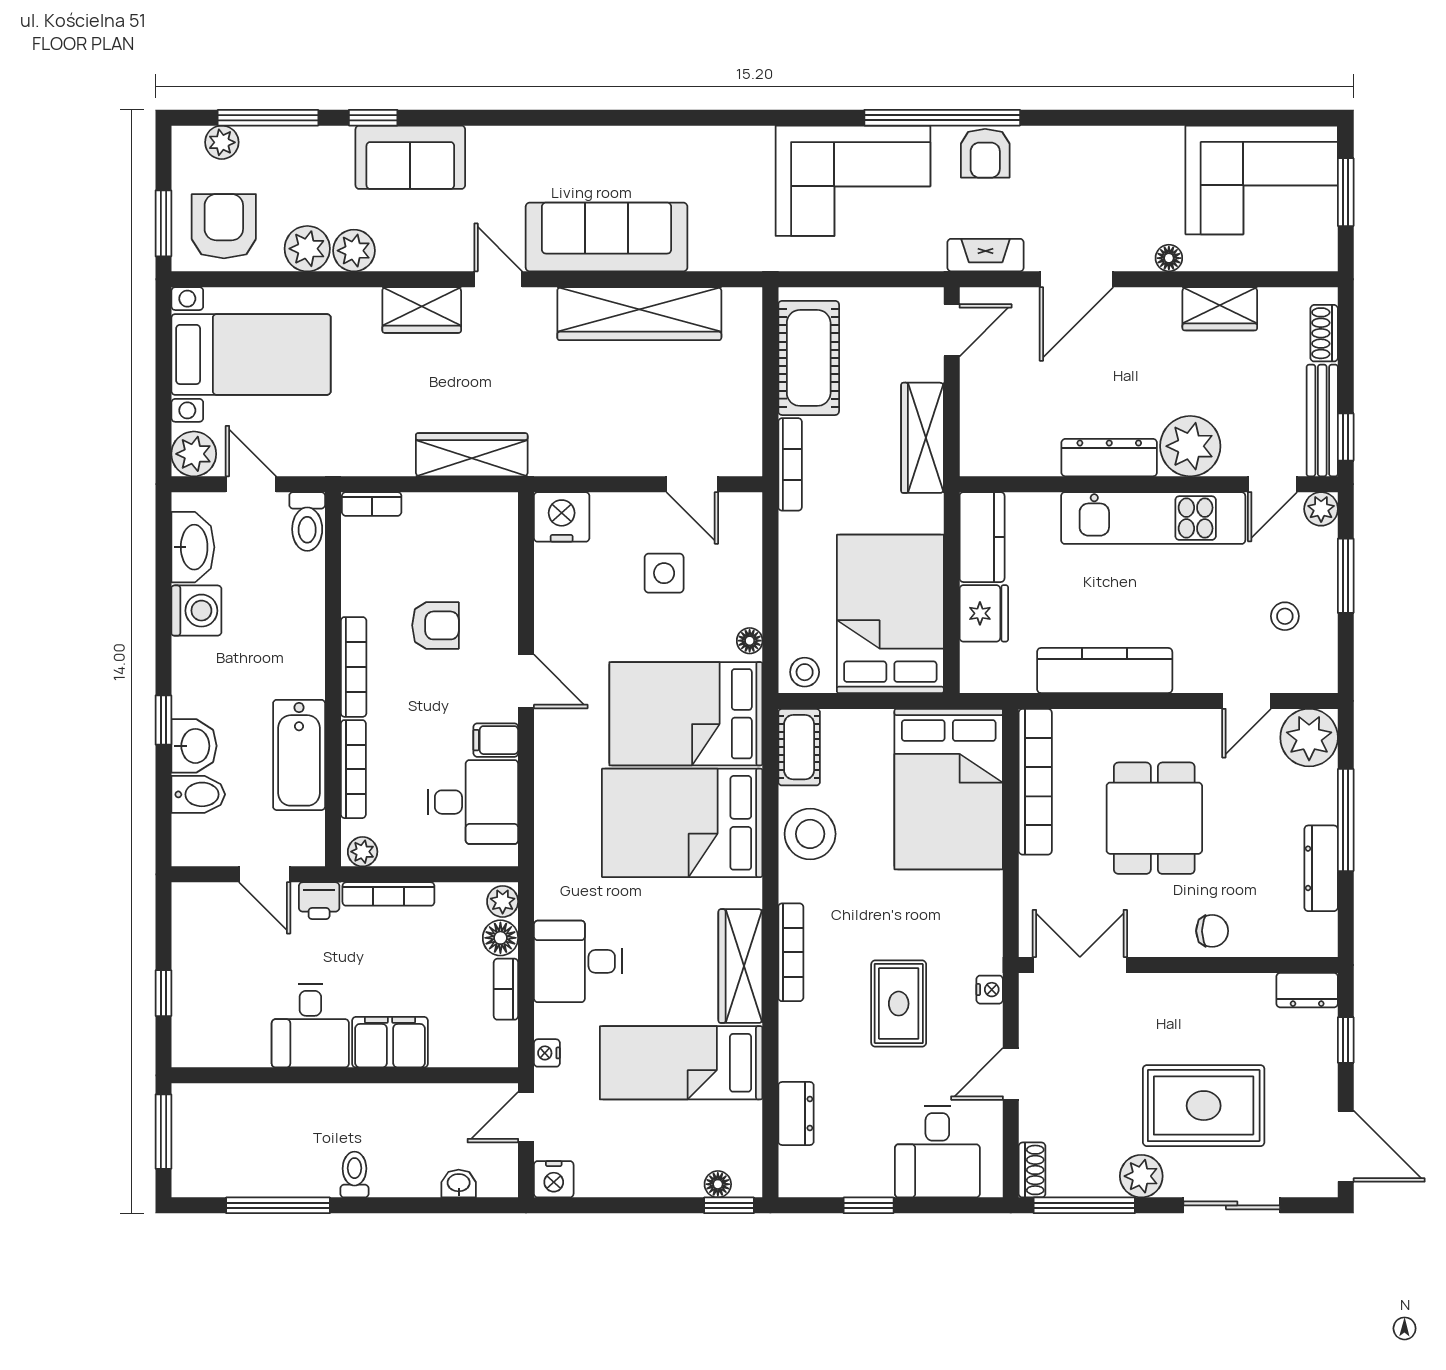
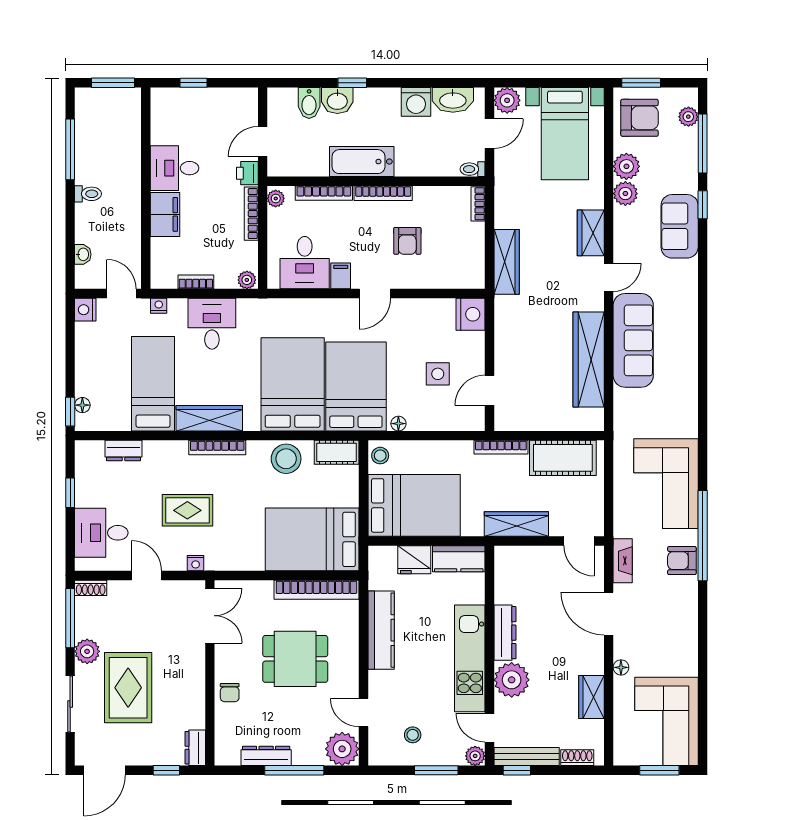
toilet: (307, 522) -> (473, 169), width x0.73, depth x0.72
bathtub: (299, 755) -> (362, 162), moved
floor lamp: (500, 938) -> (226, 279), removed

